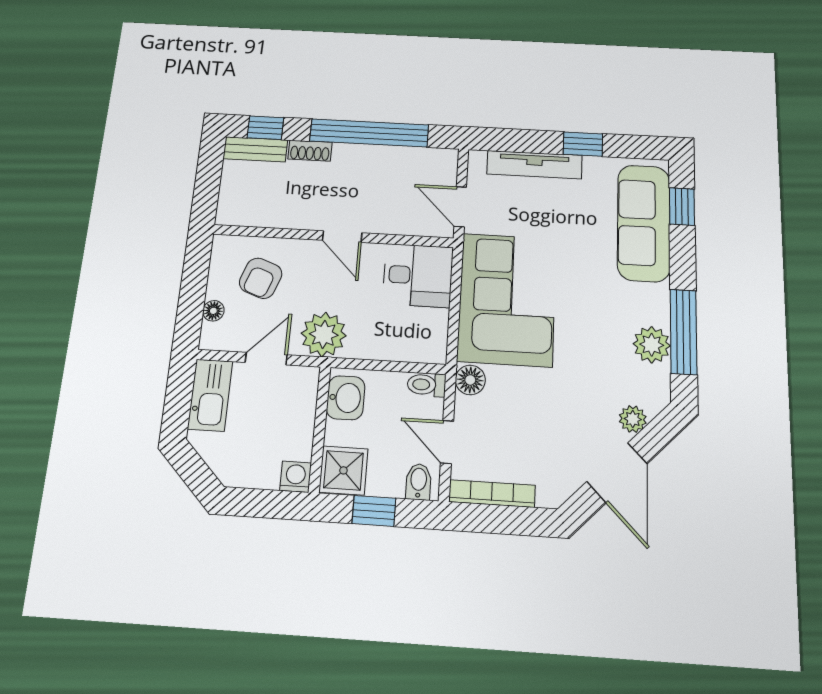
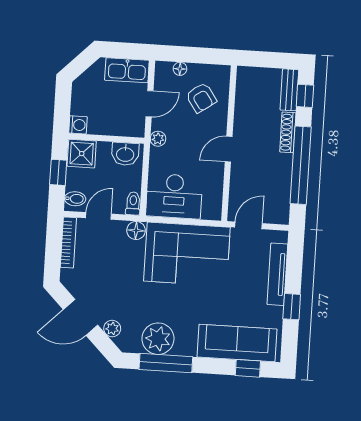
shoe rack: (310, 151) -> (288, 132), width x1.43
desk: (418, 275) -> (174, 196), moved, width x1.37
armchair: (261, 278) -> (201, 98), turned -145
plant: (324, 334) -> (158, 139), width x0.53, depth x0.53
plant: (652, 345) -> (158, 339), width x1.36, depth x1.36
door: (266, 359) -> (150, 104), hinge flipped

